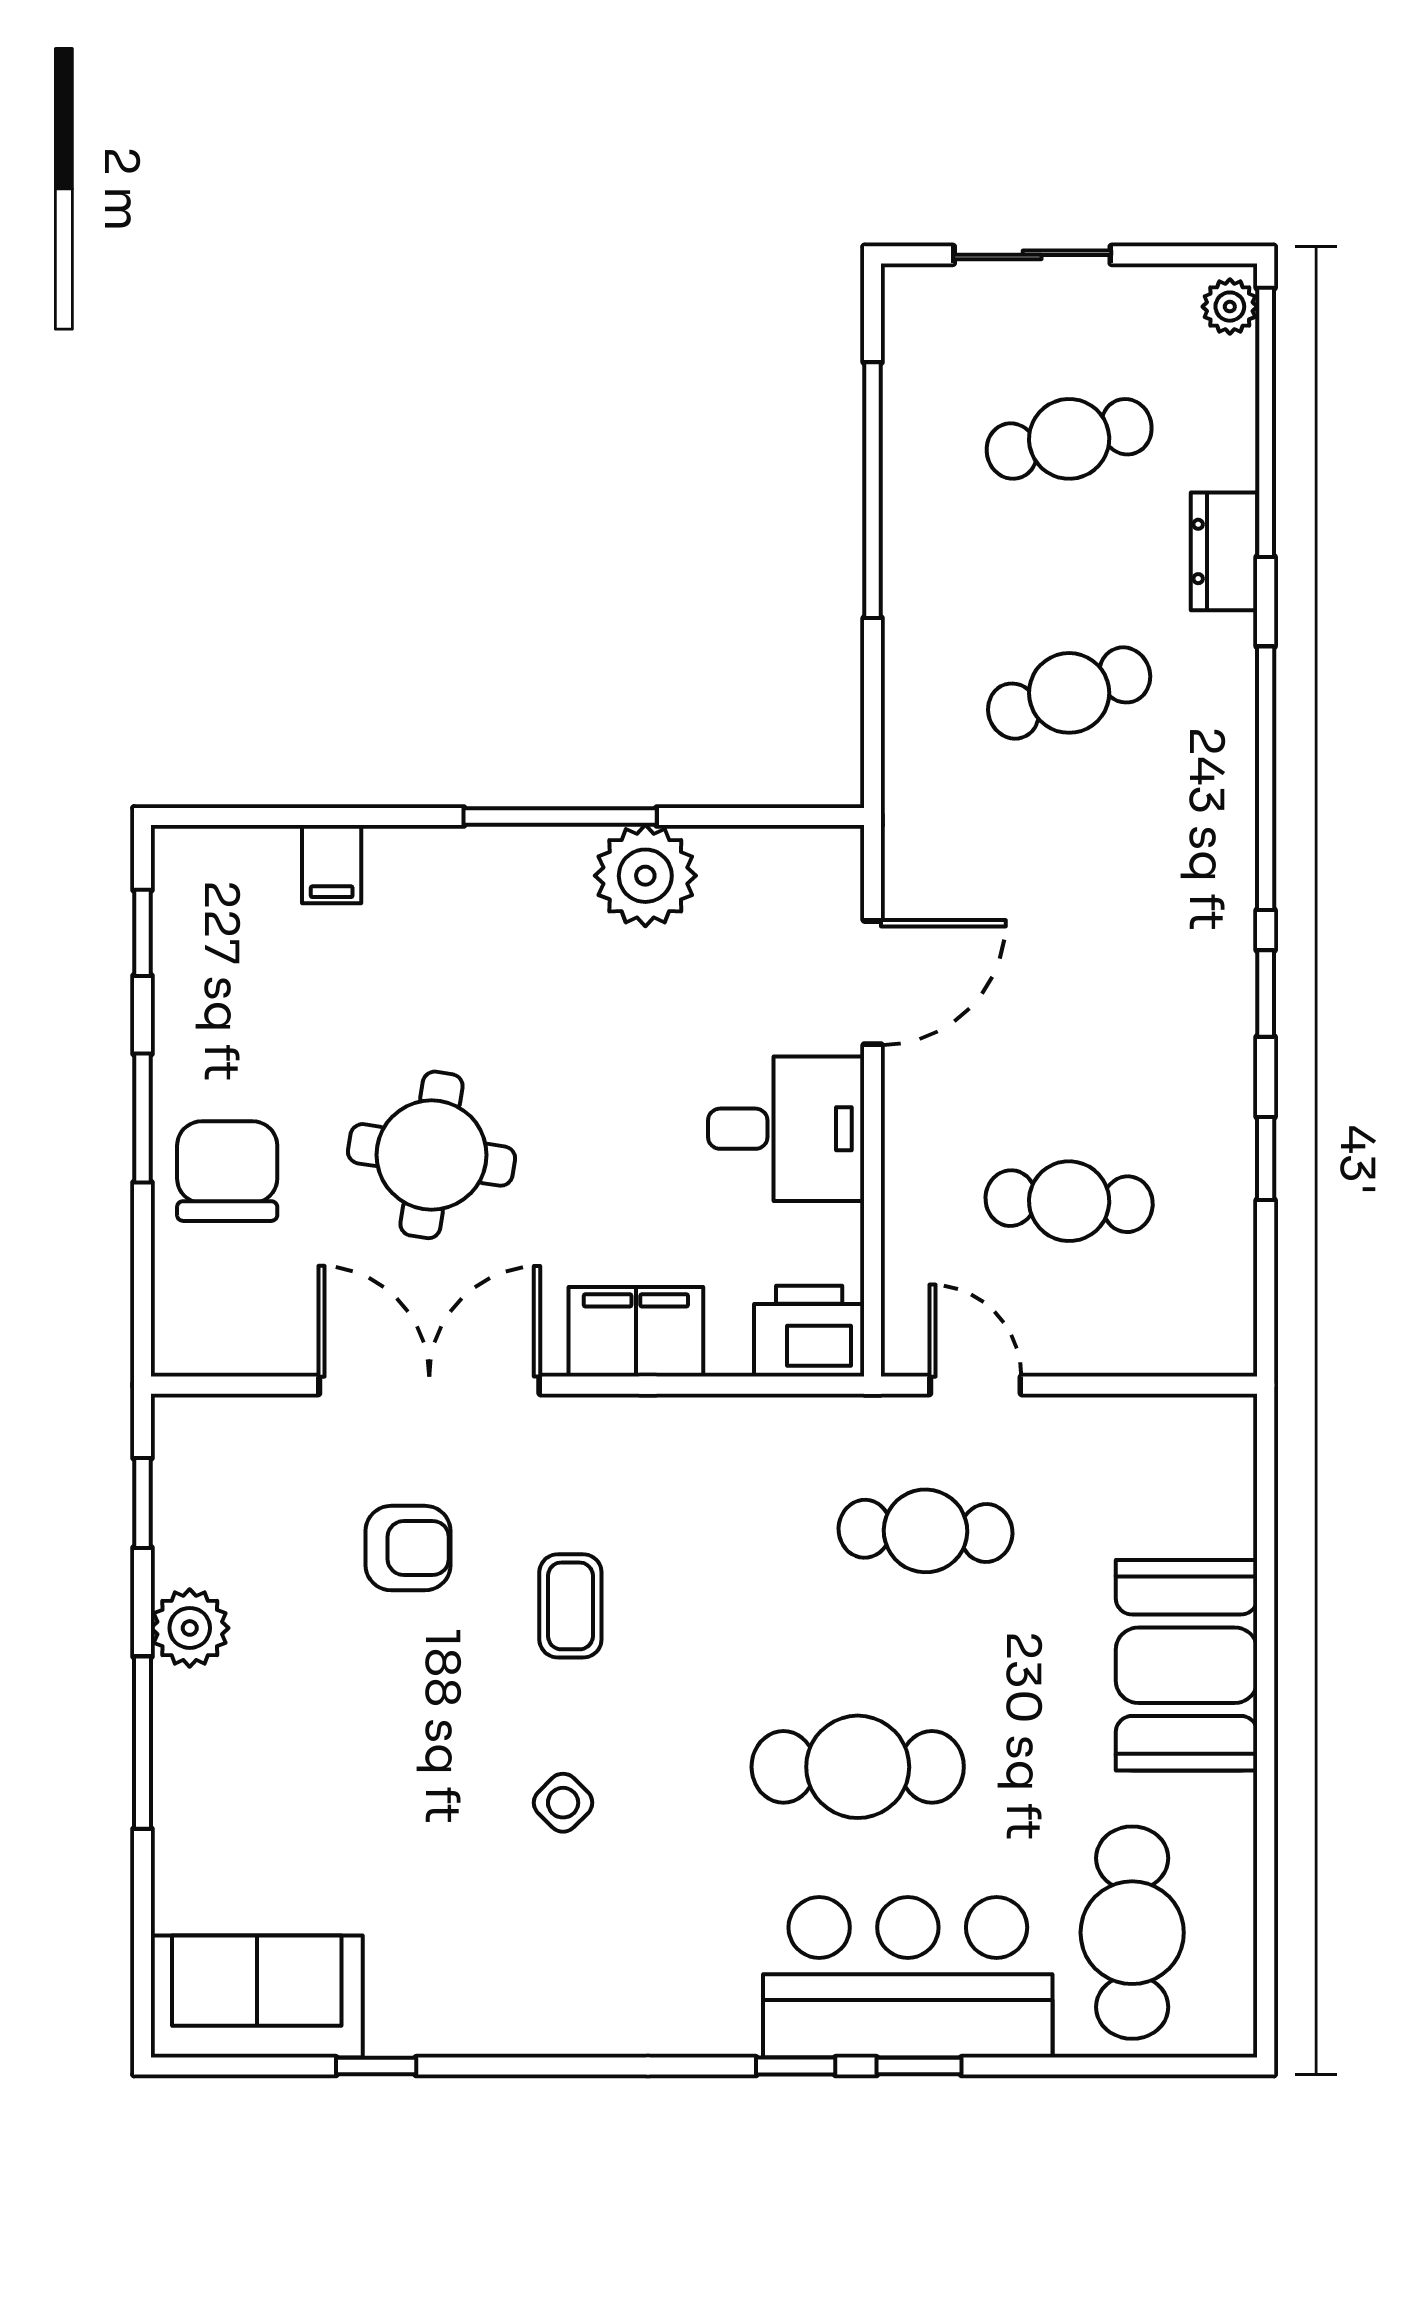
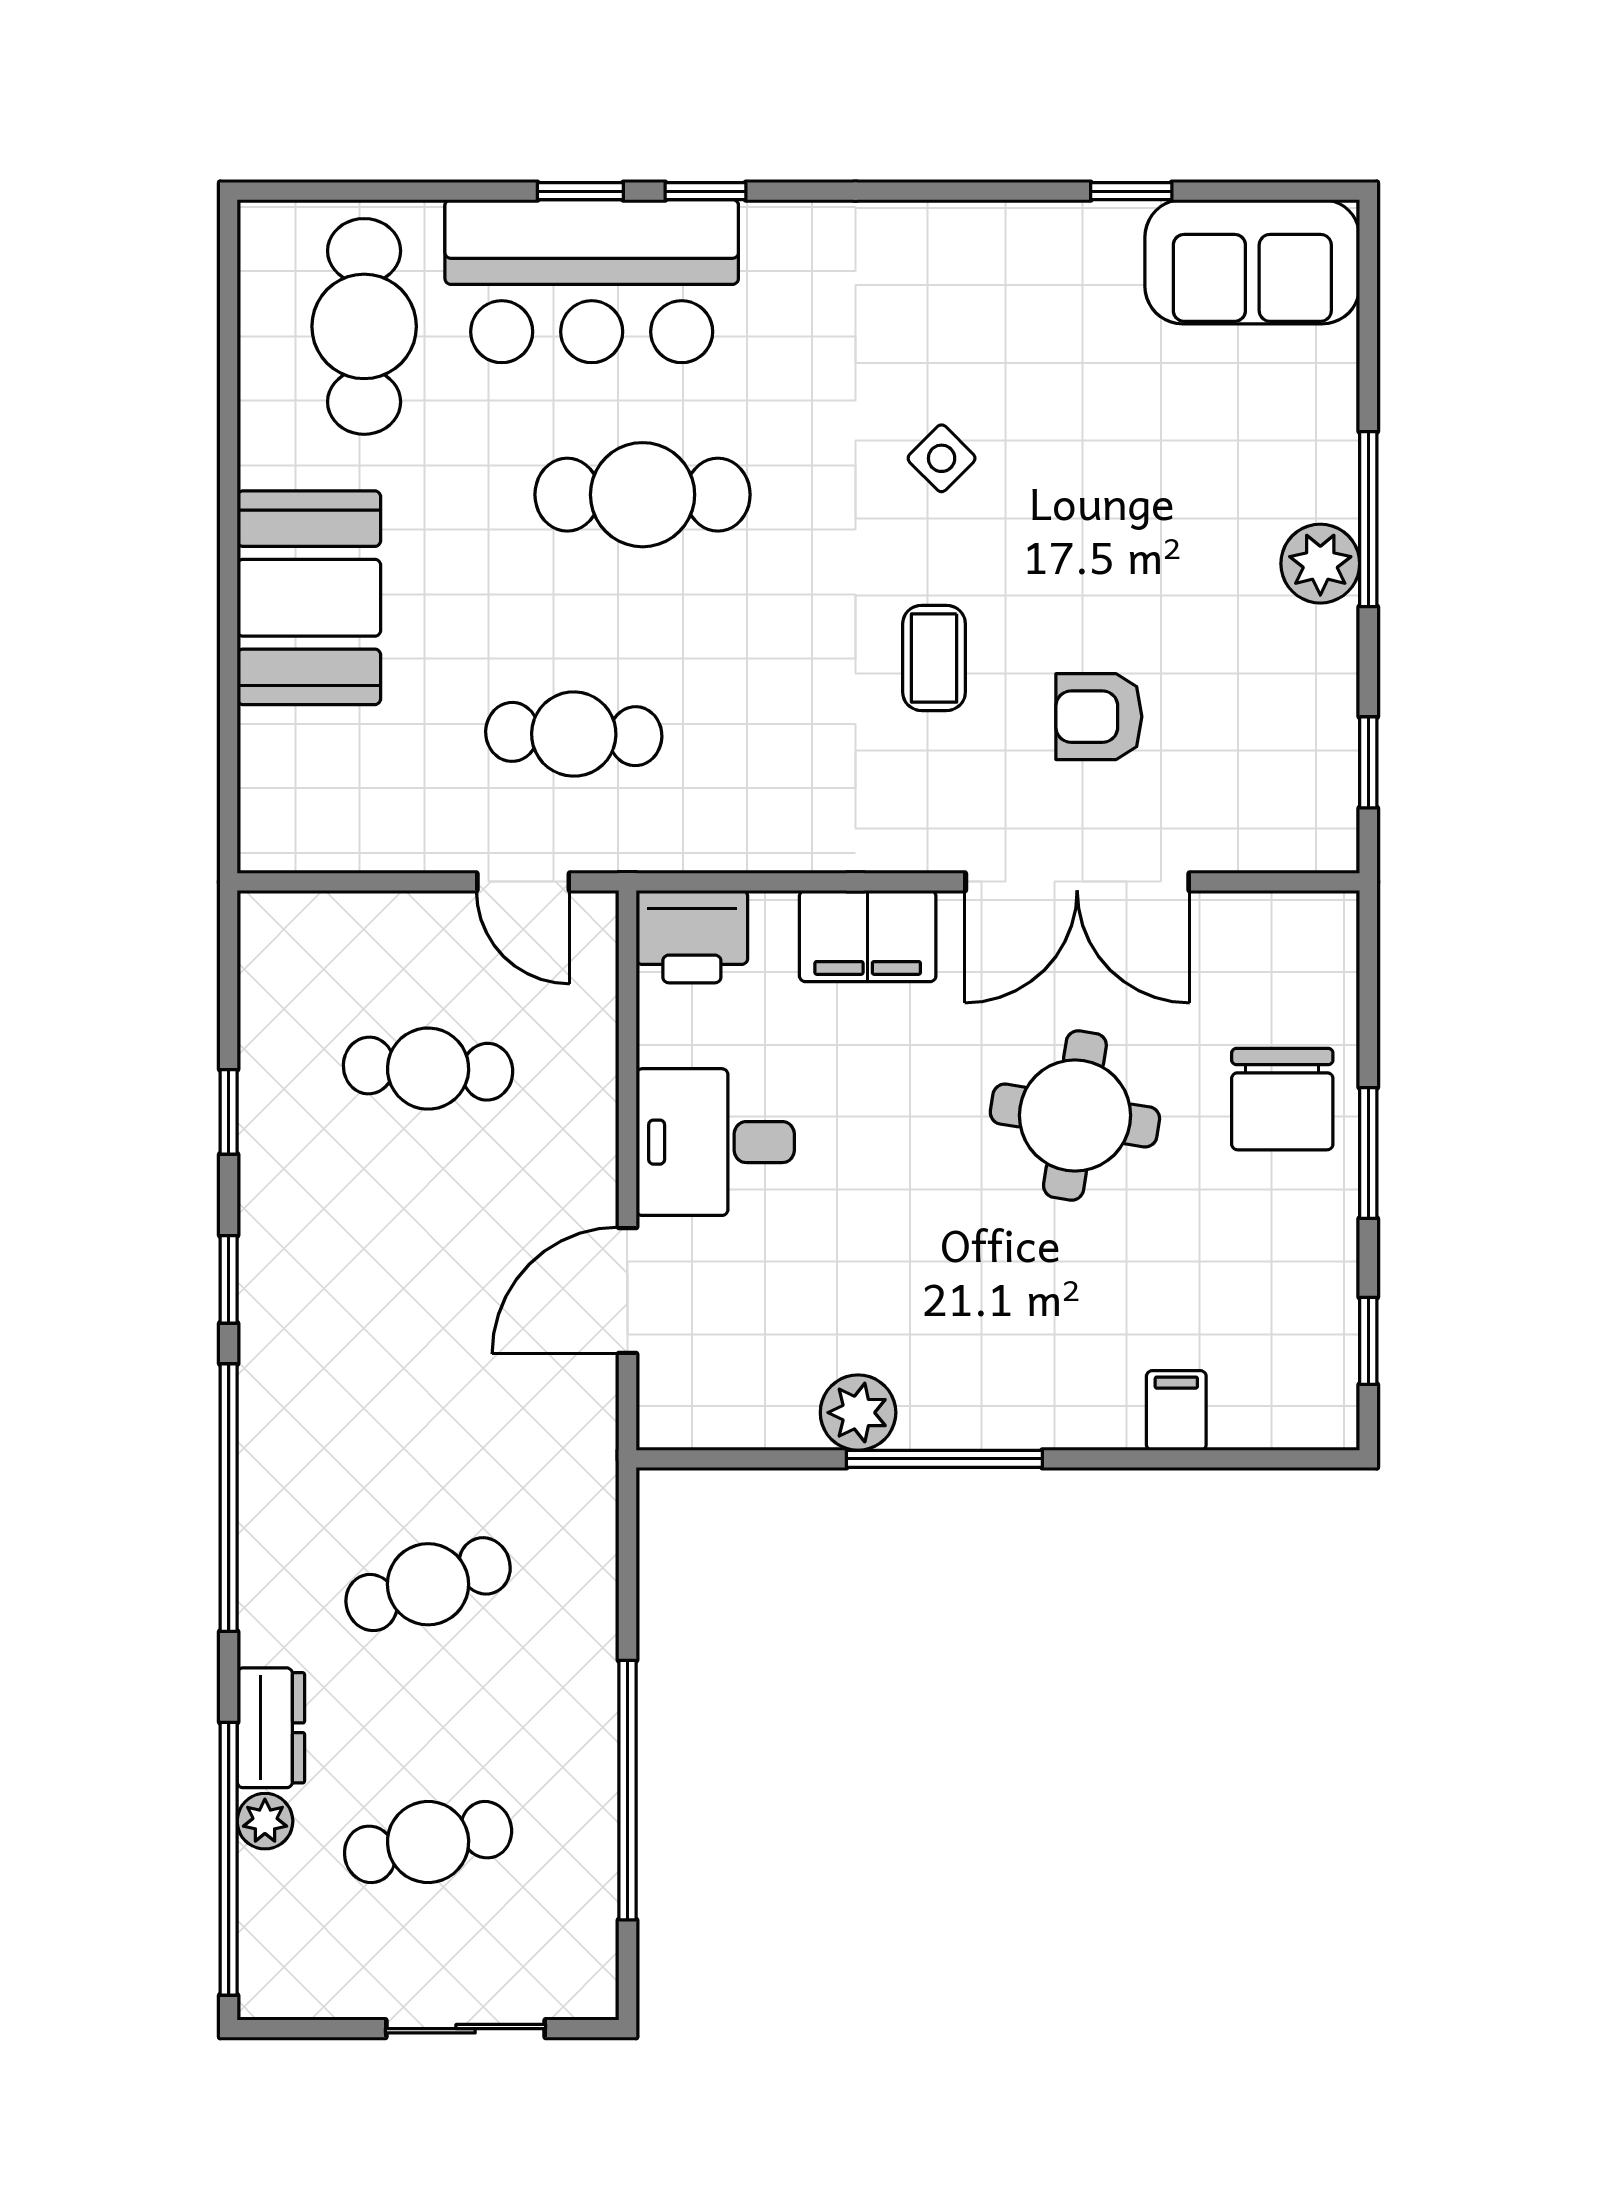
plant: (1230, 307) -> (265, 1821), moved
plant: (645, 876) -> (858, 1413), width x0.73, depth x0.73
plant: (190, 1628) -> (1320, 564), moved

